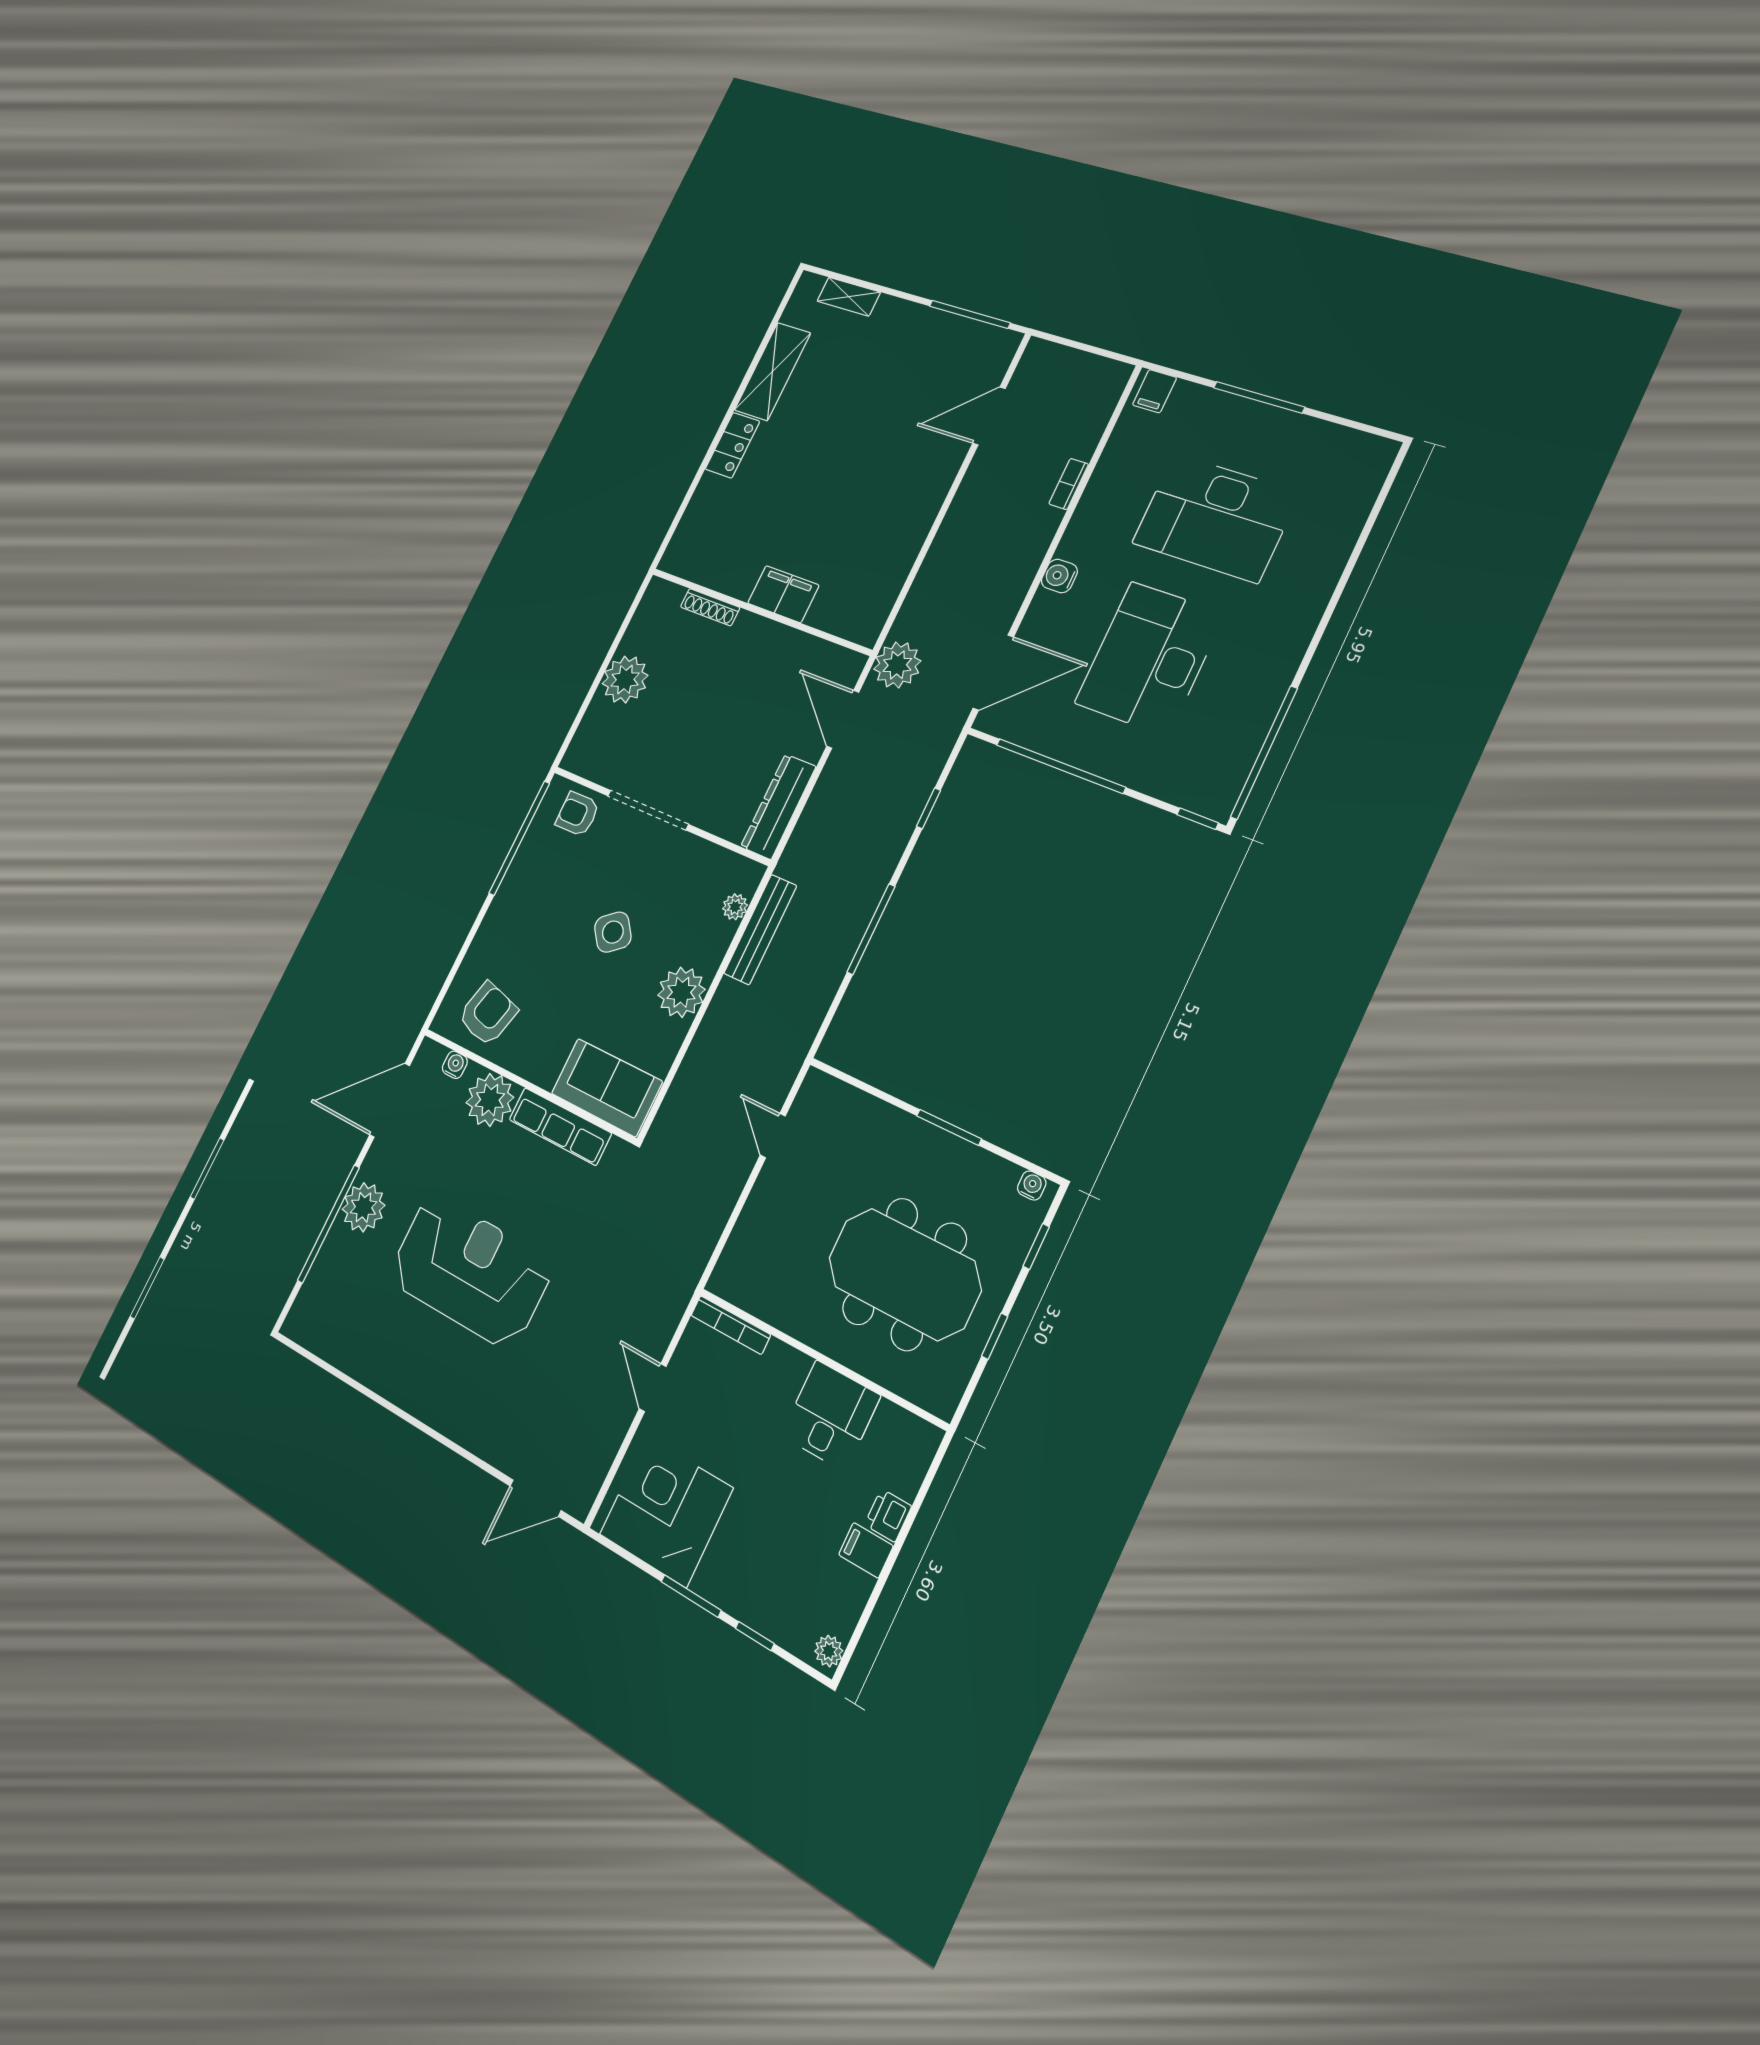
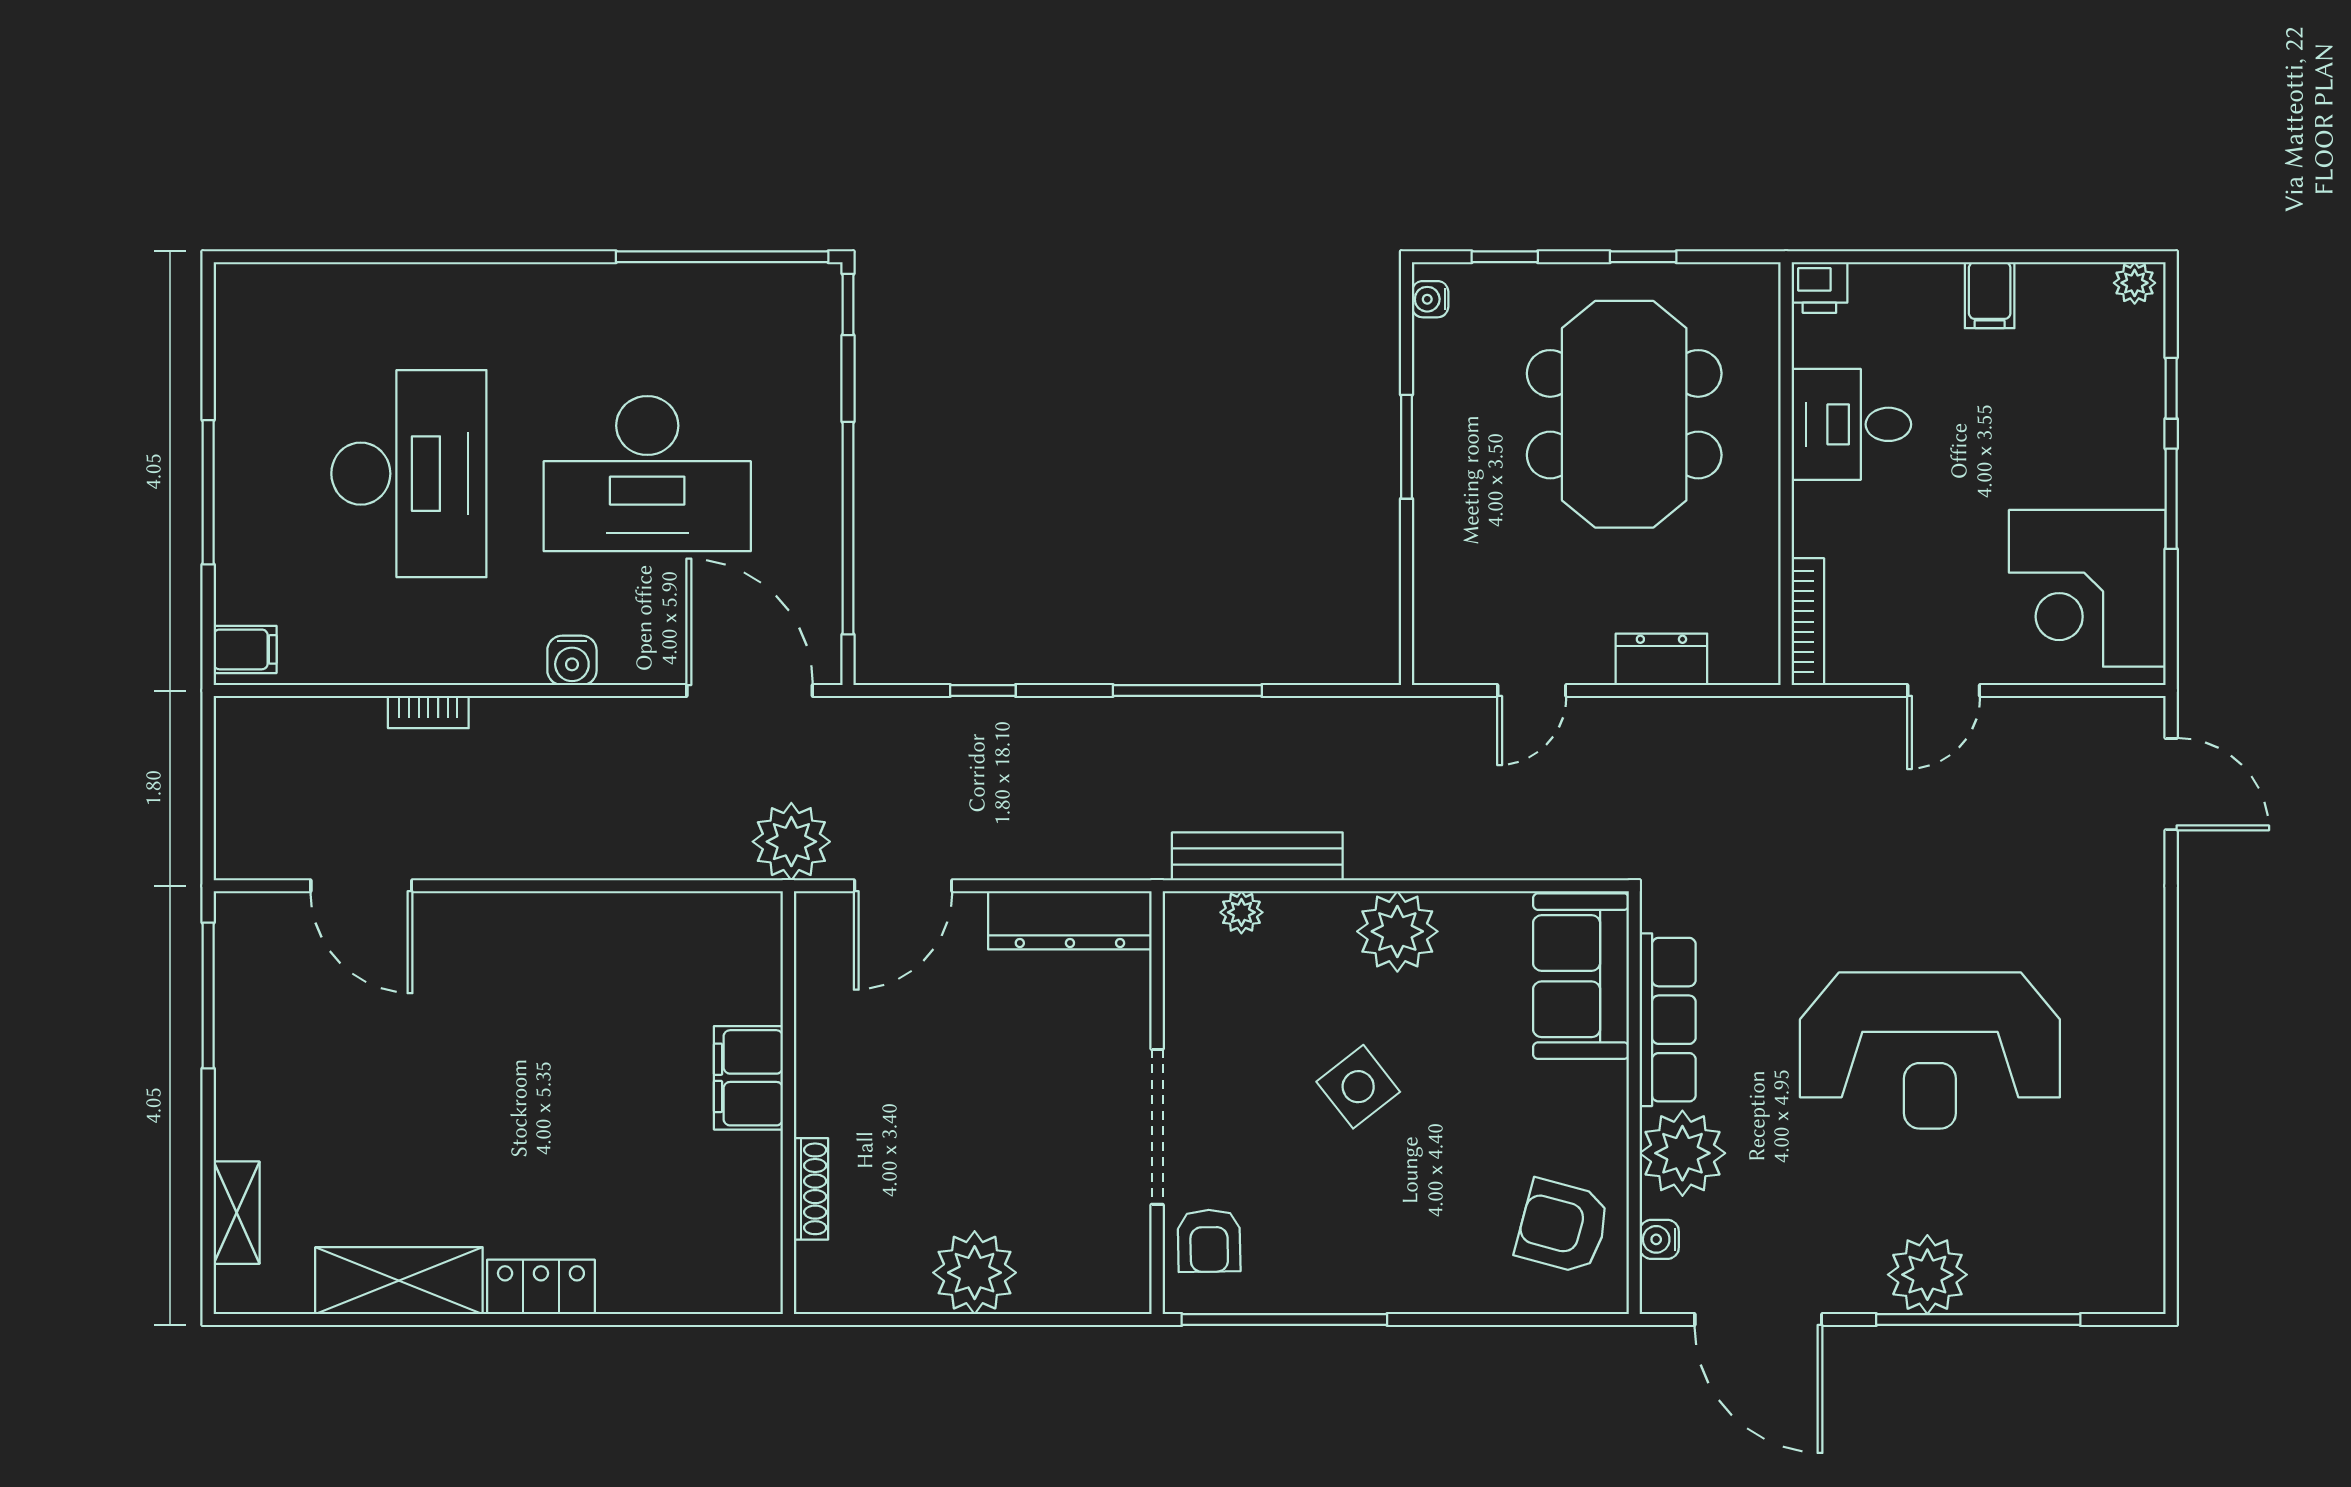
dresser: (753, 1223) -> (1661, 659), added
reception desk: (470, 1271) -> (1930, 1051), turned -90
printer: (888, 1515) -> (1819, 287), moved

